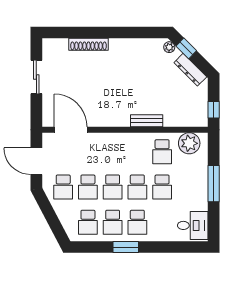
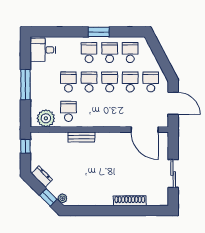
dresser: (190, 70) -> (42, 177), width x0.70

